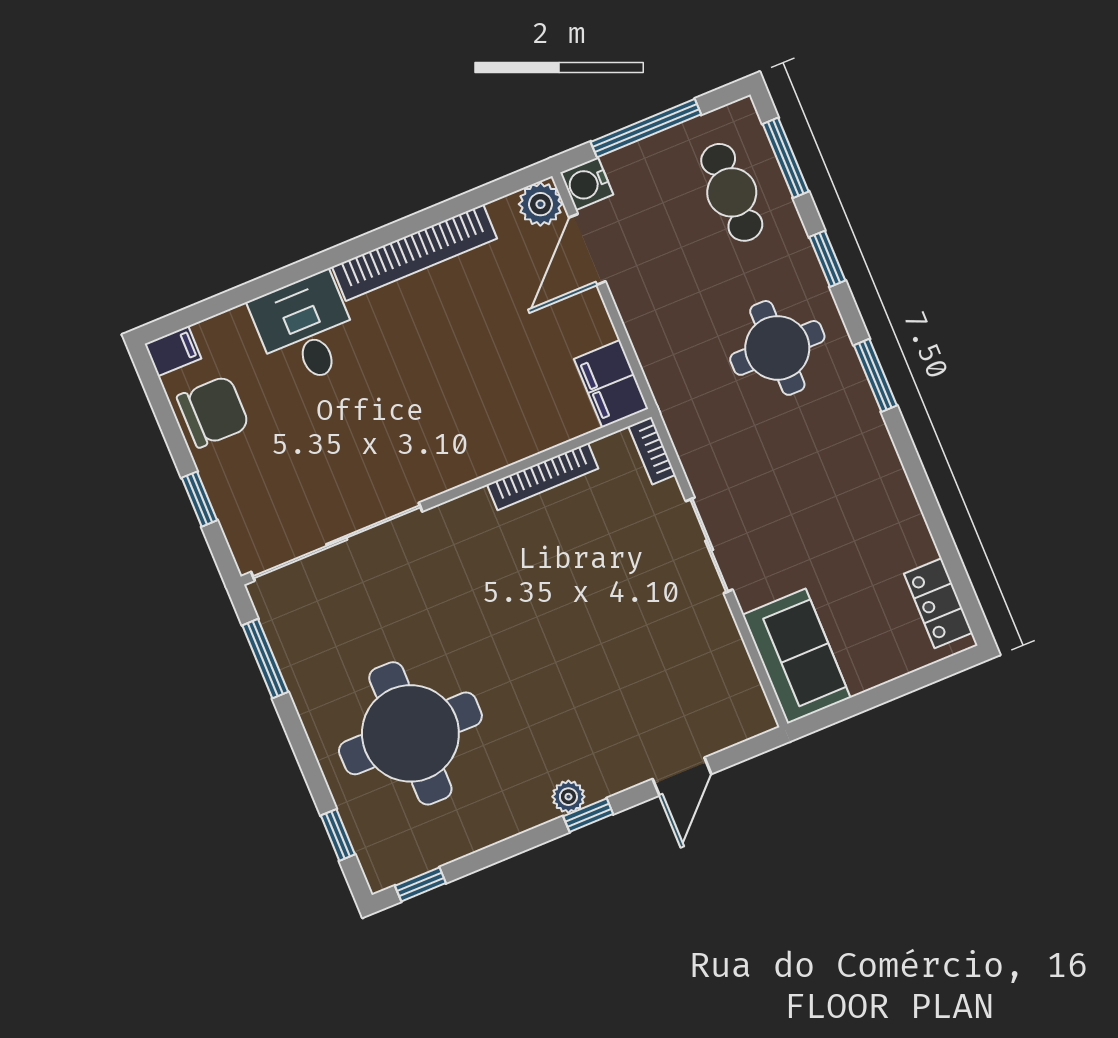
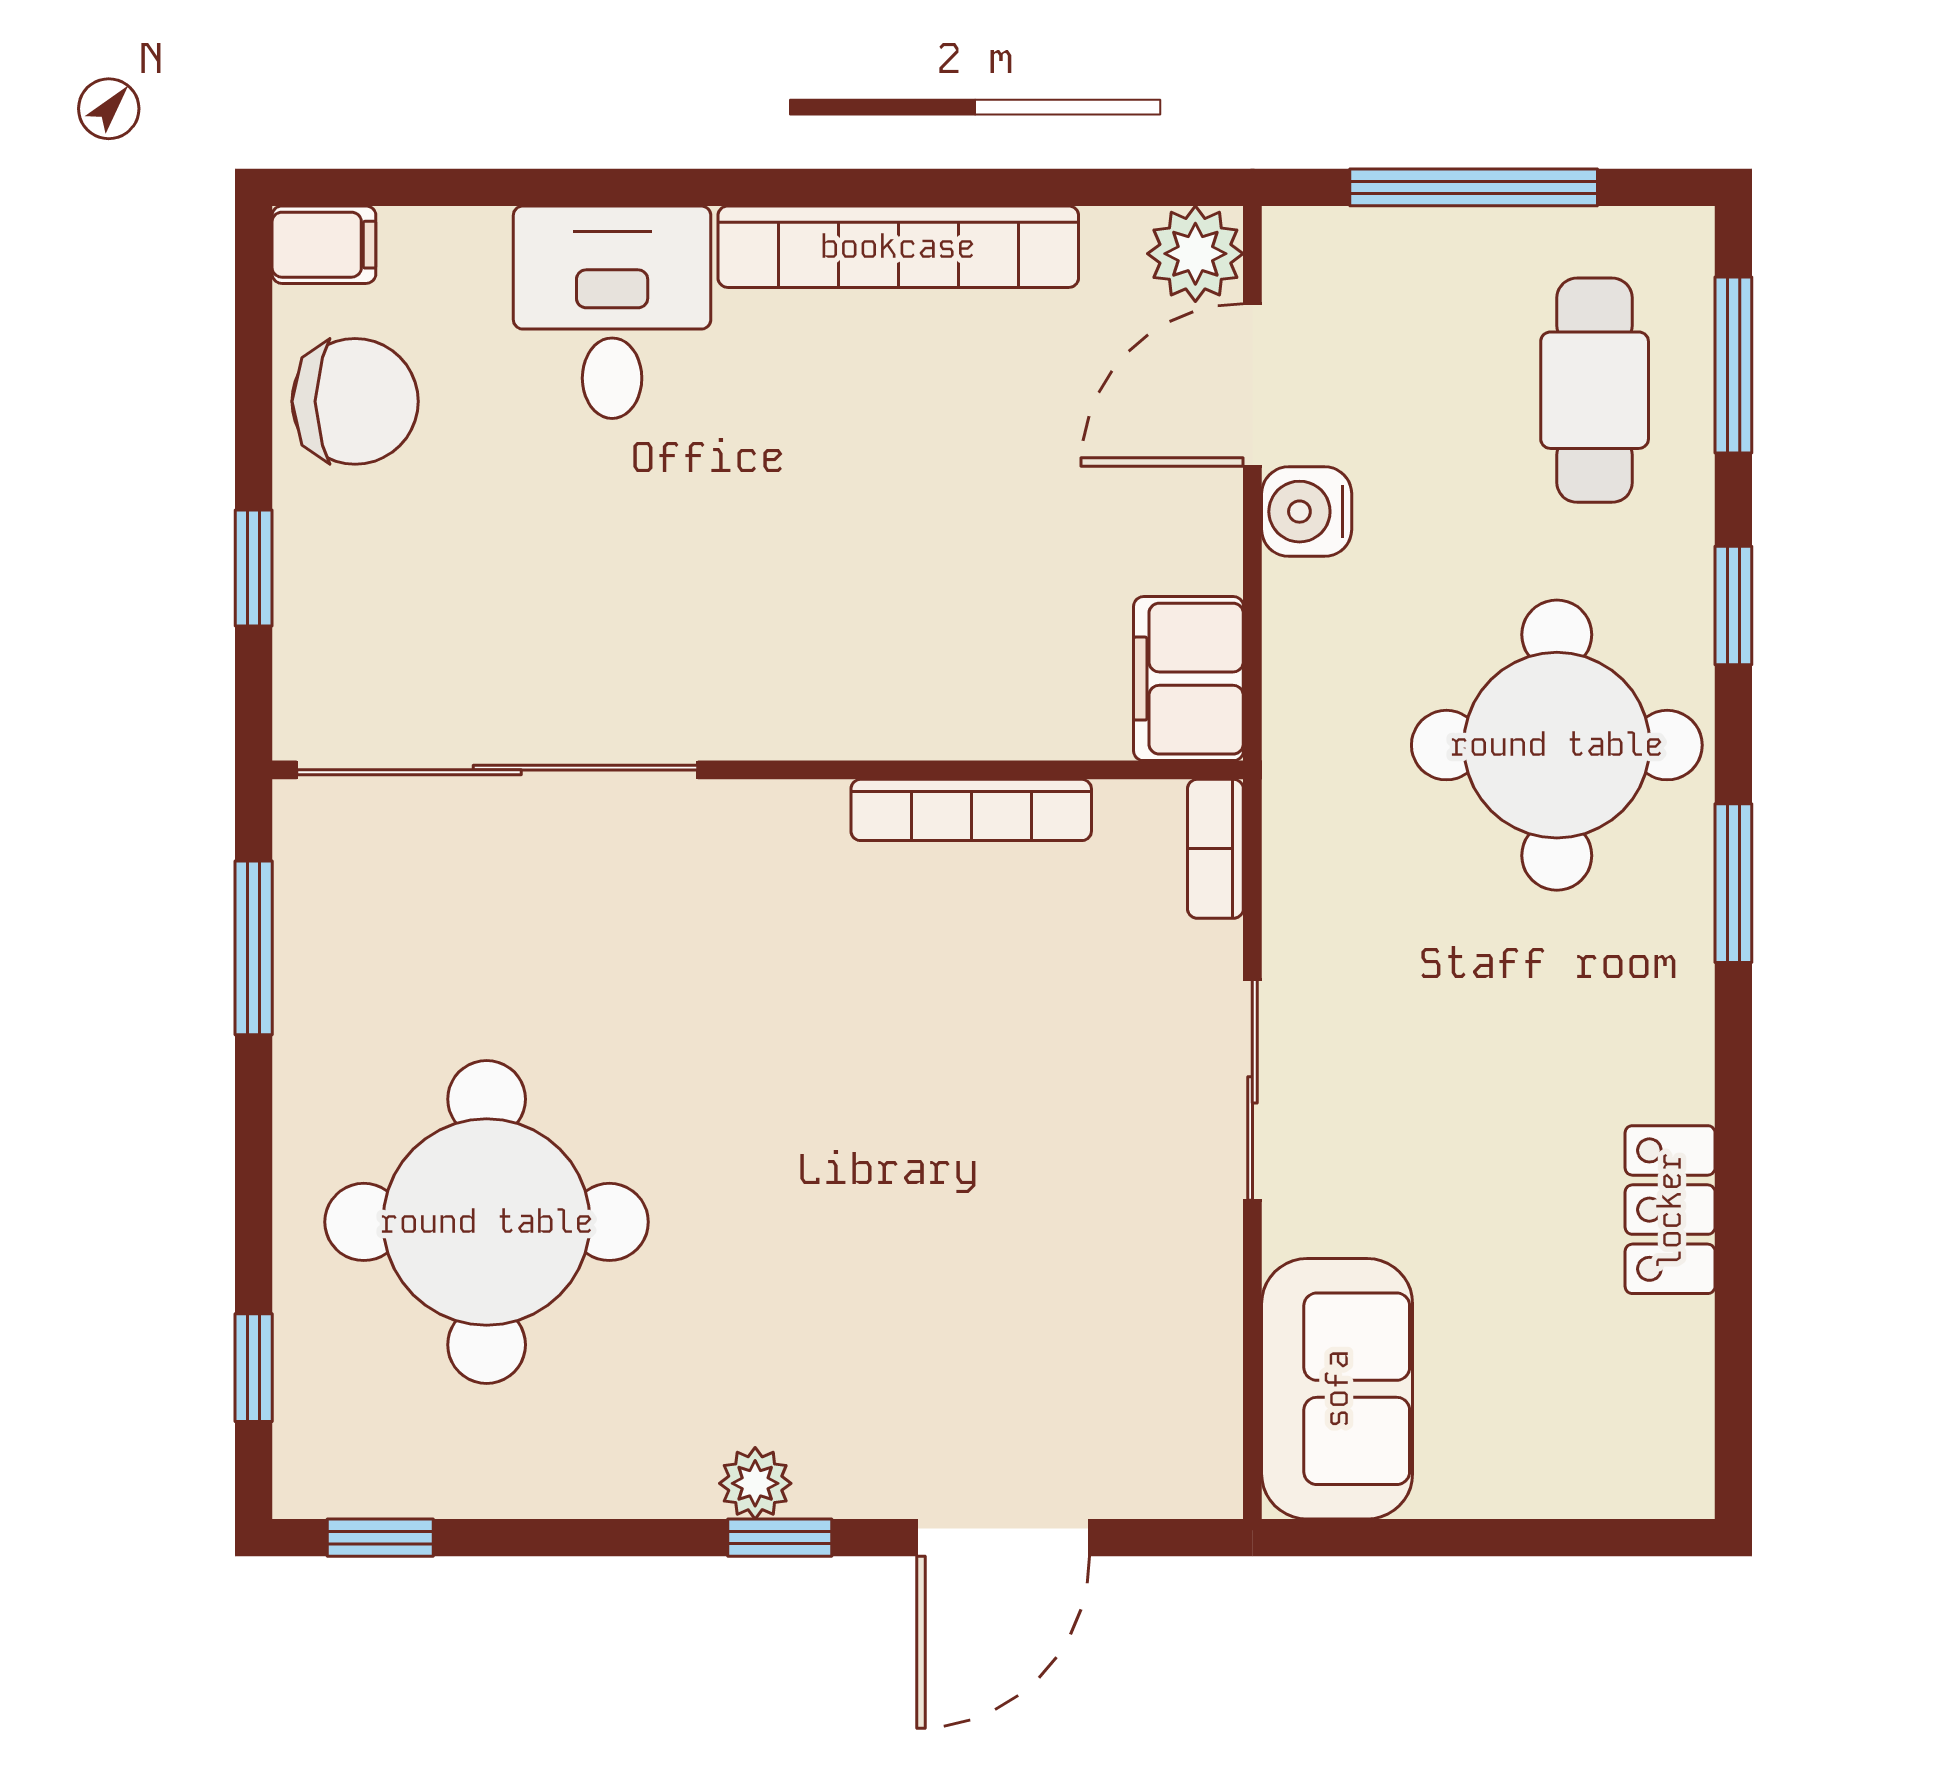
water cooler: (587, 184) -> (1307, 512), moved
round table: (777, 348) -> (1557, 745), width x1.36, depth x1.36
locker: (938, 603) -> (1670, 1210), moved
door: (682, 777) -> (1003, 1538), width x1.38

